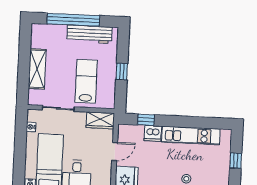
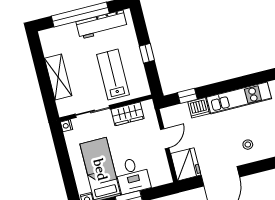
wardrobe: (100, 120) -> (127, 114), moved
nightstand: (31, 127) -> (67, 126), moved

